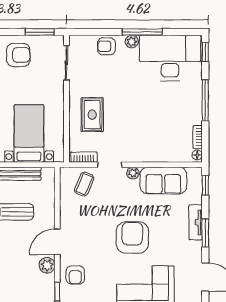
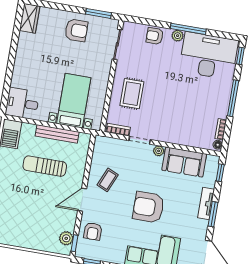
coffee table: (84, 184) -> (108, 180), moved
armchair: (132, 237) -> (148, 207), turned -90
plant: (47, 265) -> (66, 238), moved

